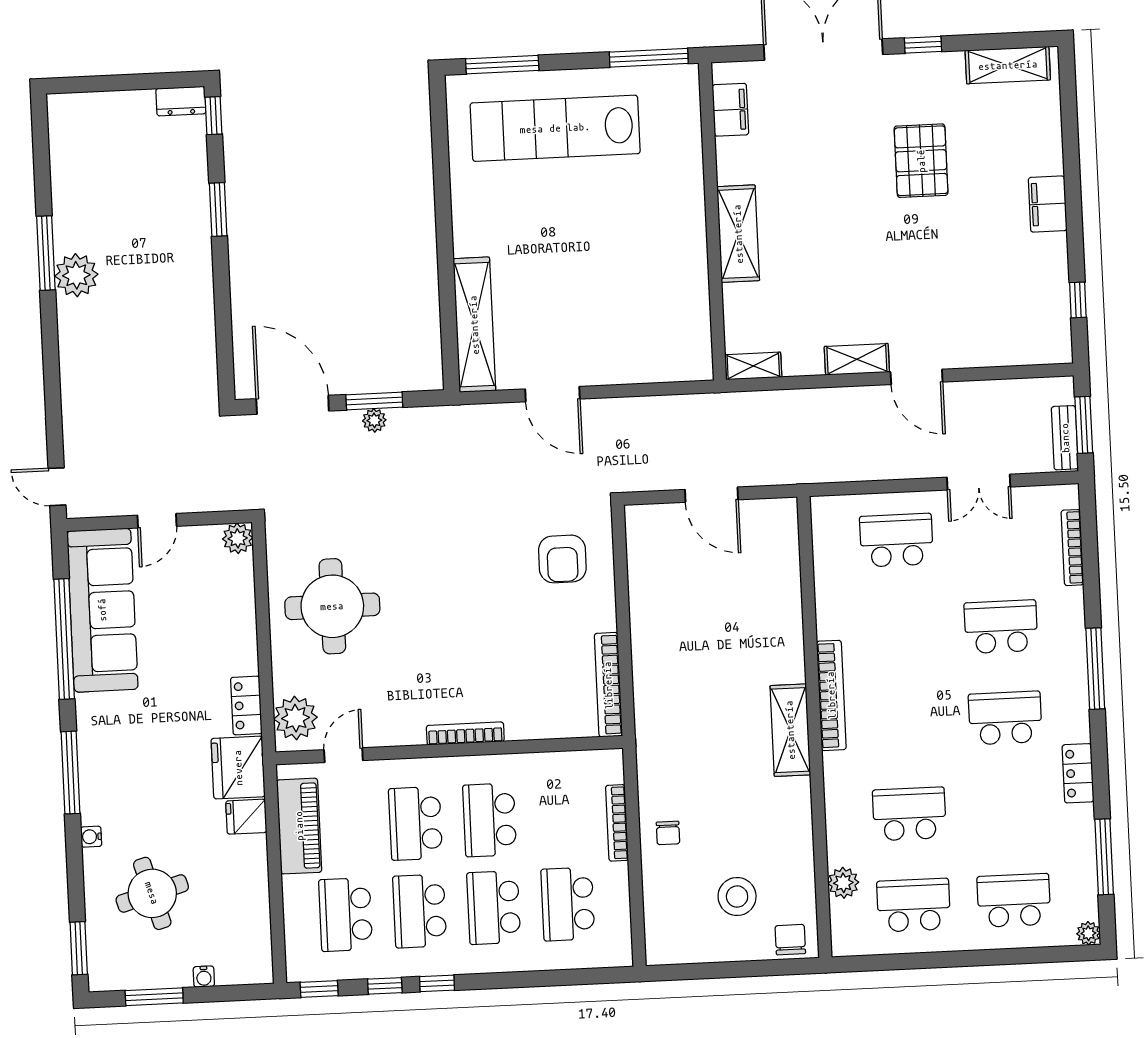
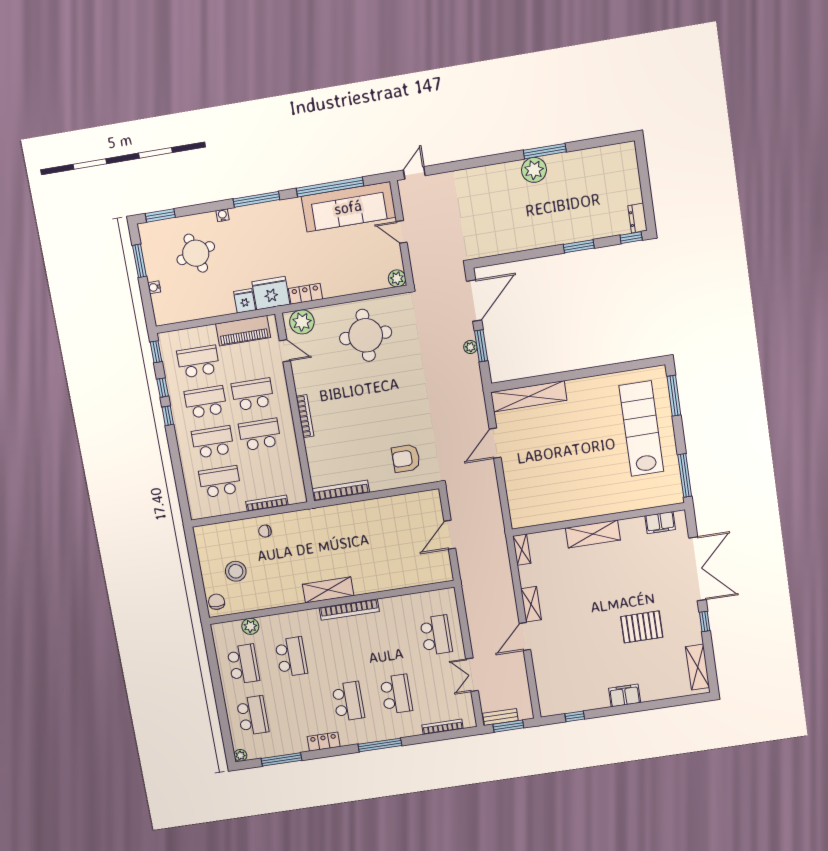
chair: (790, 940) -> (217, 602), turned -90

